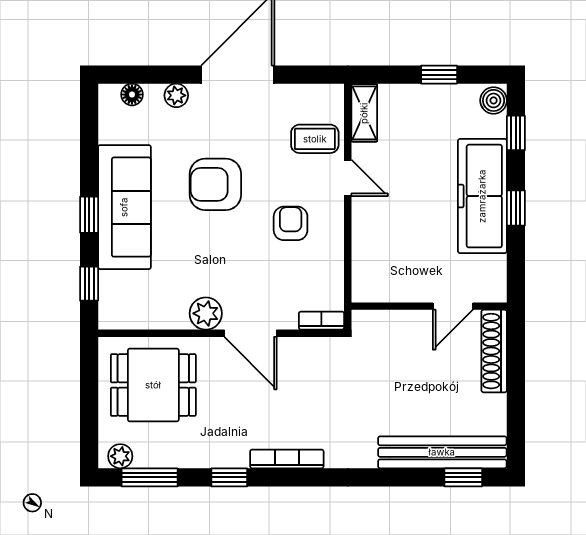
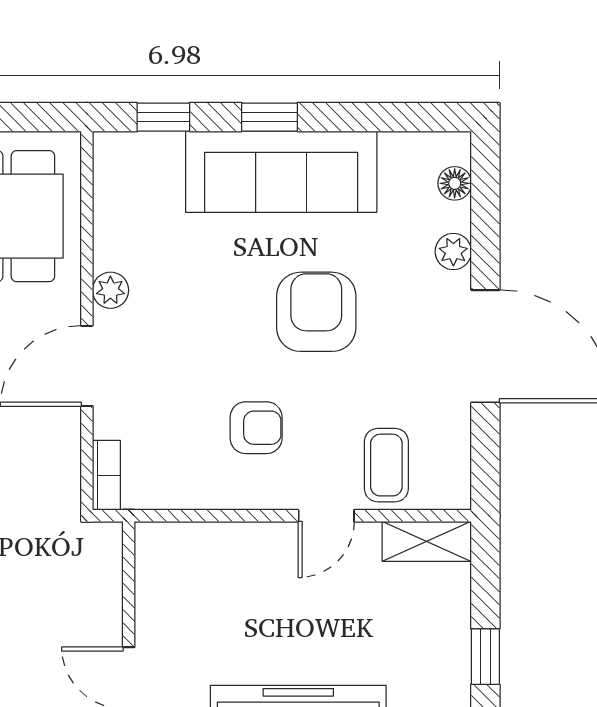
plant: (206, 313) -> (110, 290), width x0.73, depth x0.73

